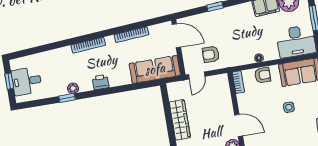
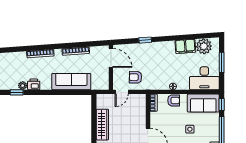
sofa: (155, 69) -> (71, 82), moved
printer: (101, 82) -> (34, 84), moved

